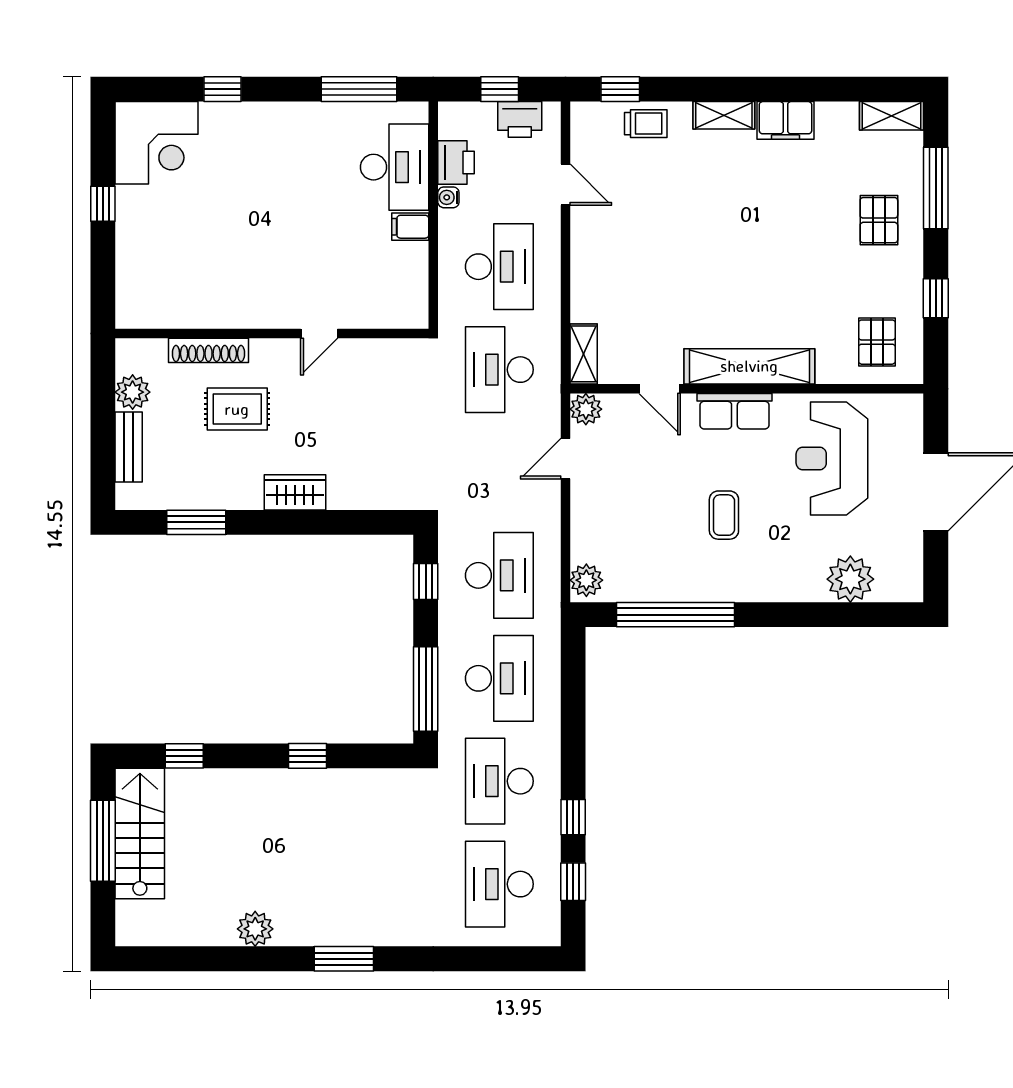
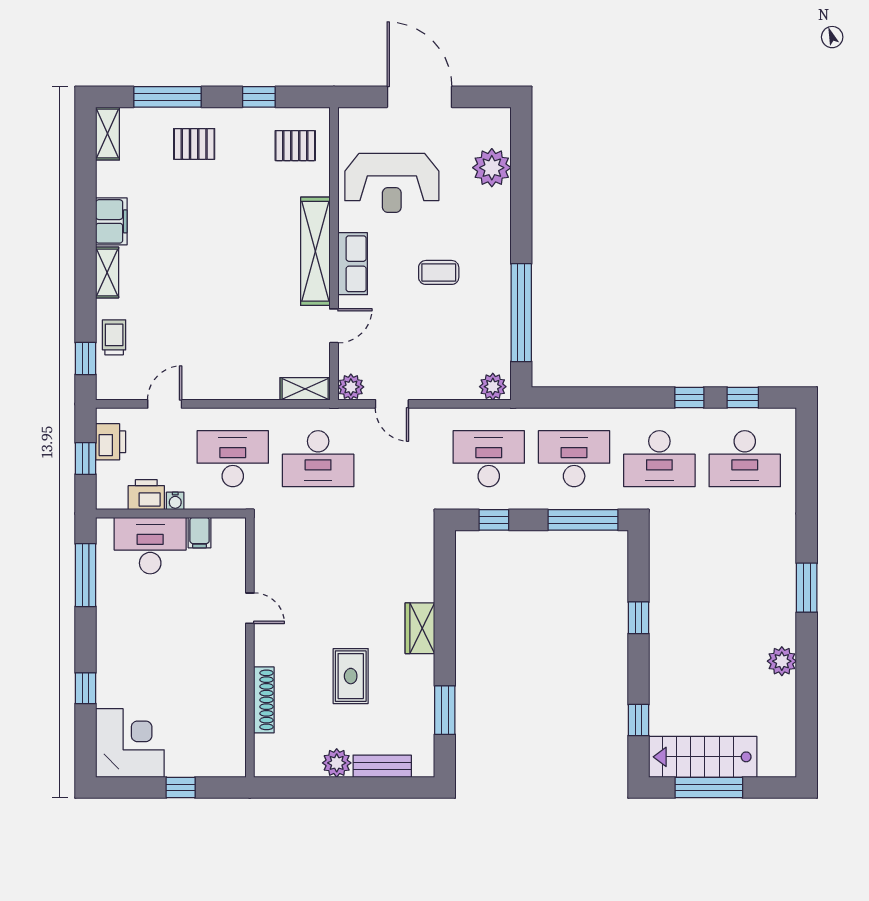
wall: (272, 333) -> (250, 647), moved
door: (319, 333) -> (250, 608), moved
shoe rack: (209, 350) -> (264, 700), moved

